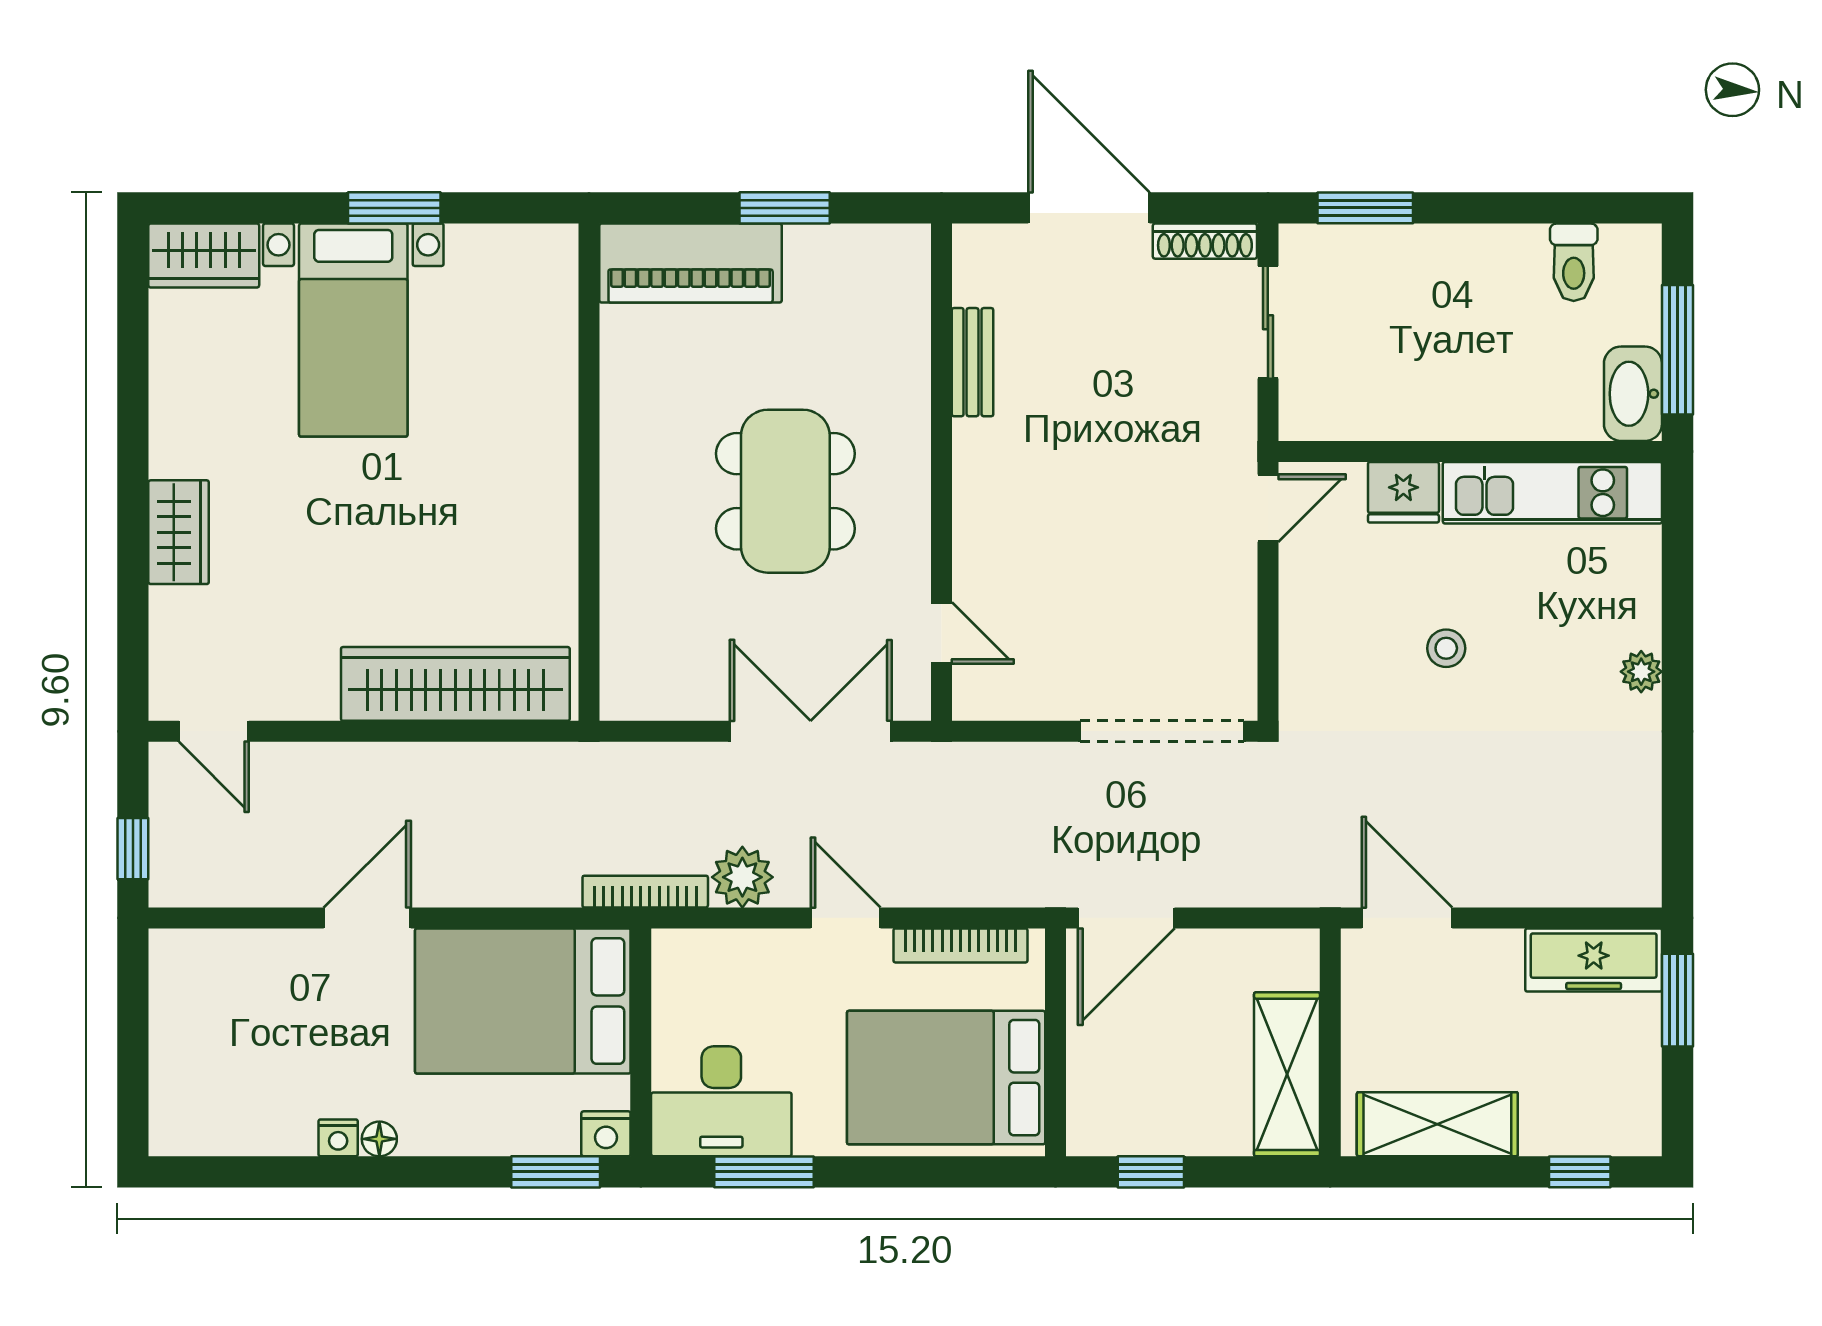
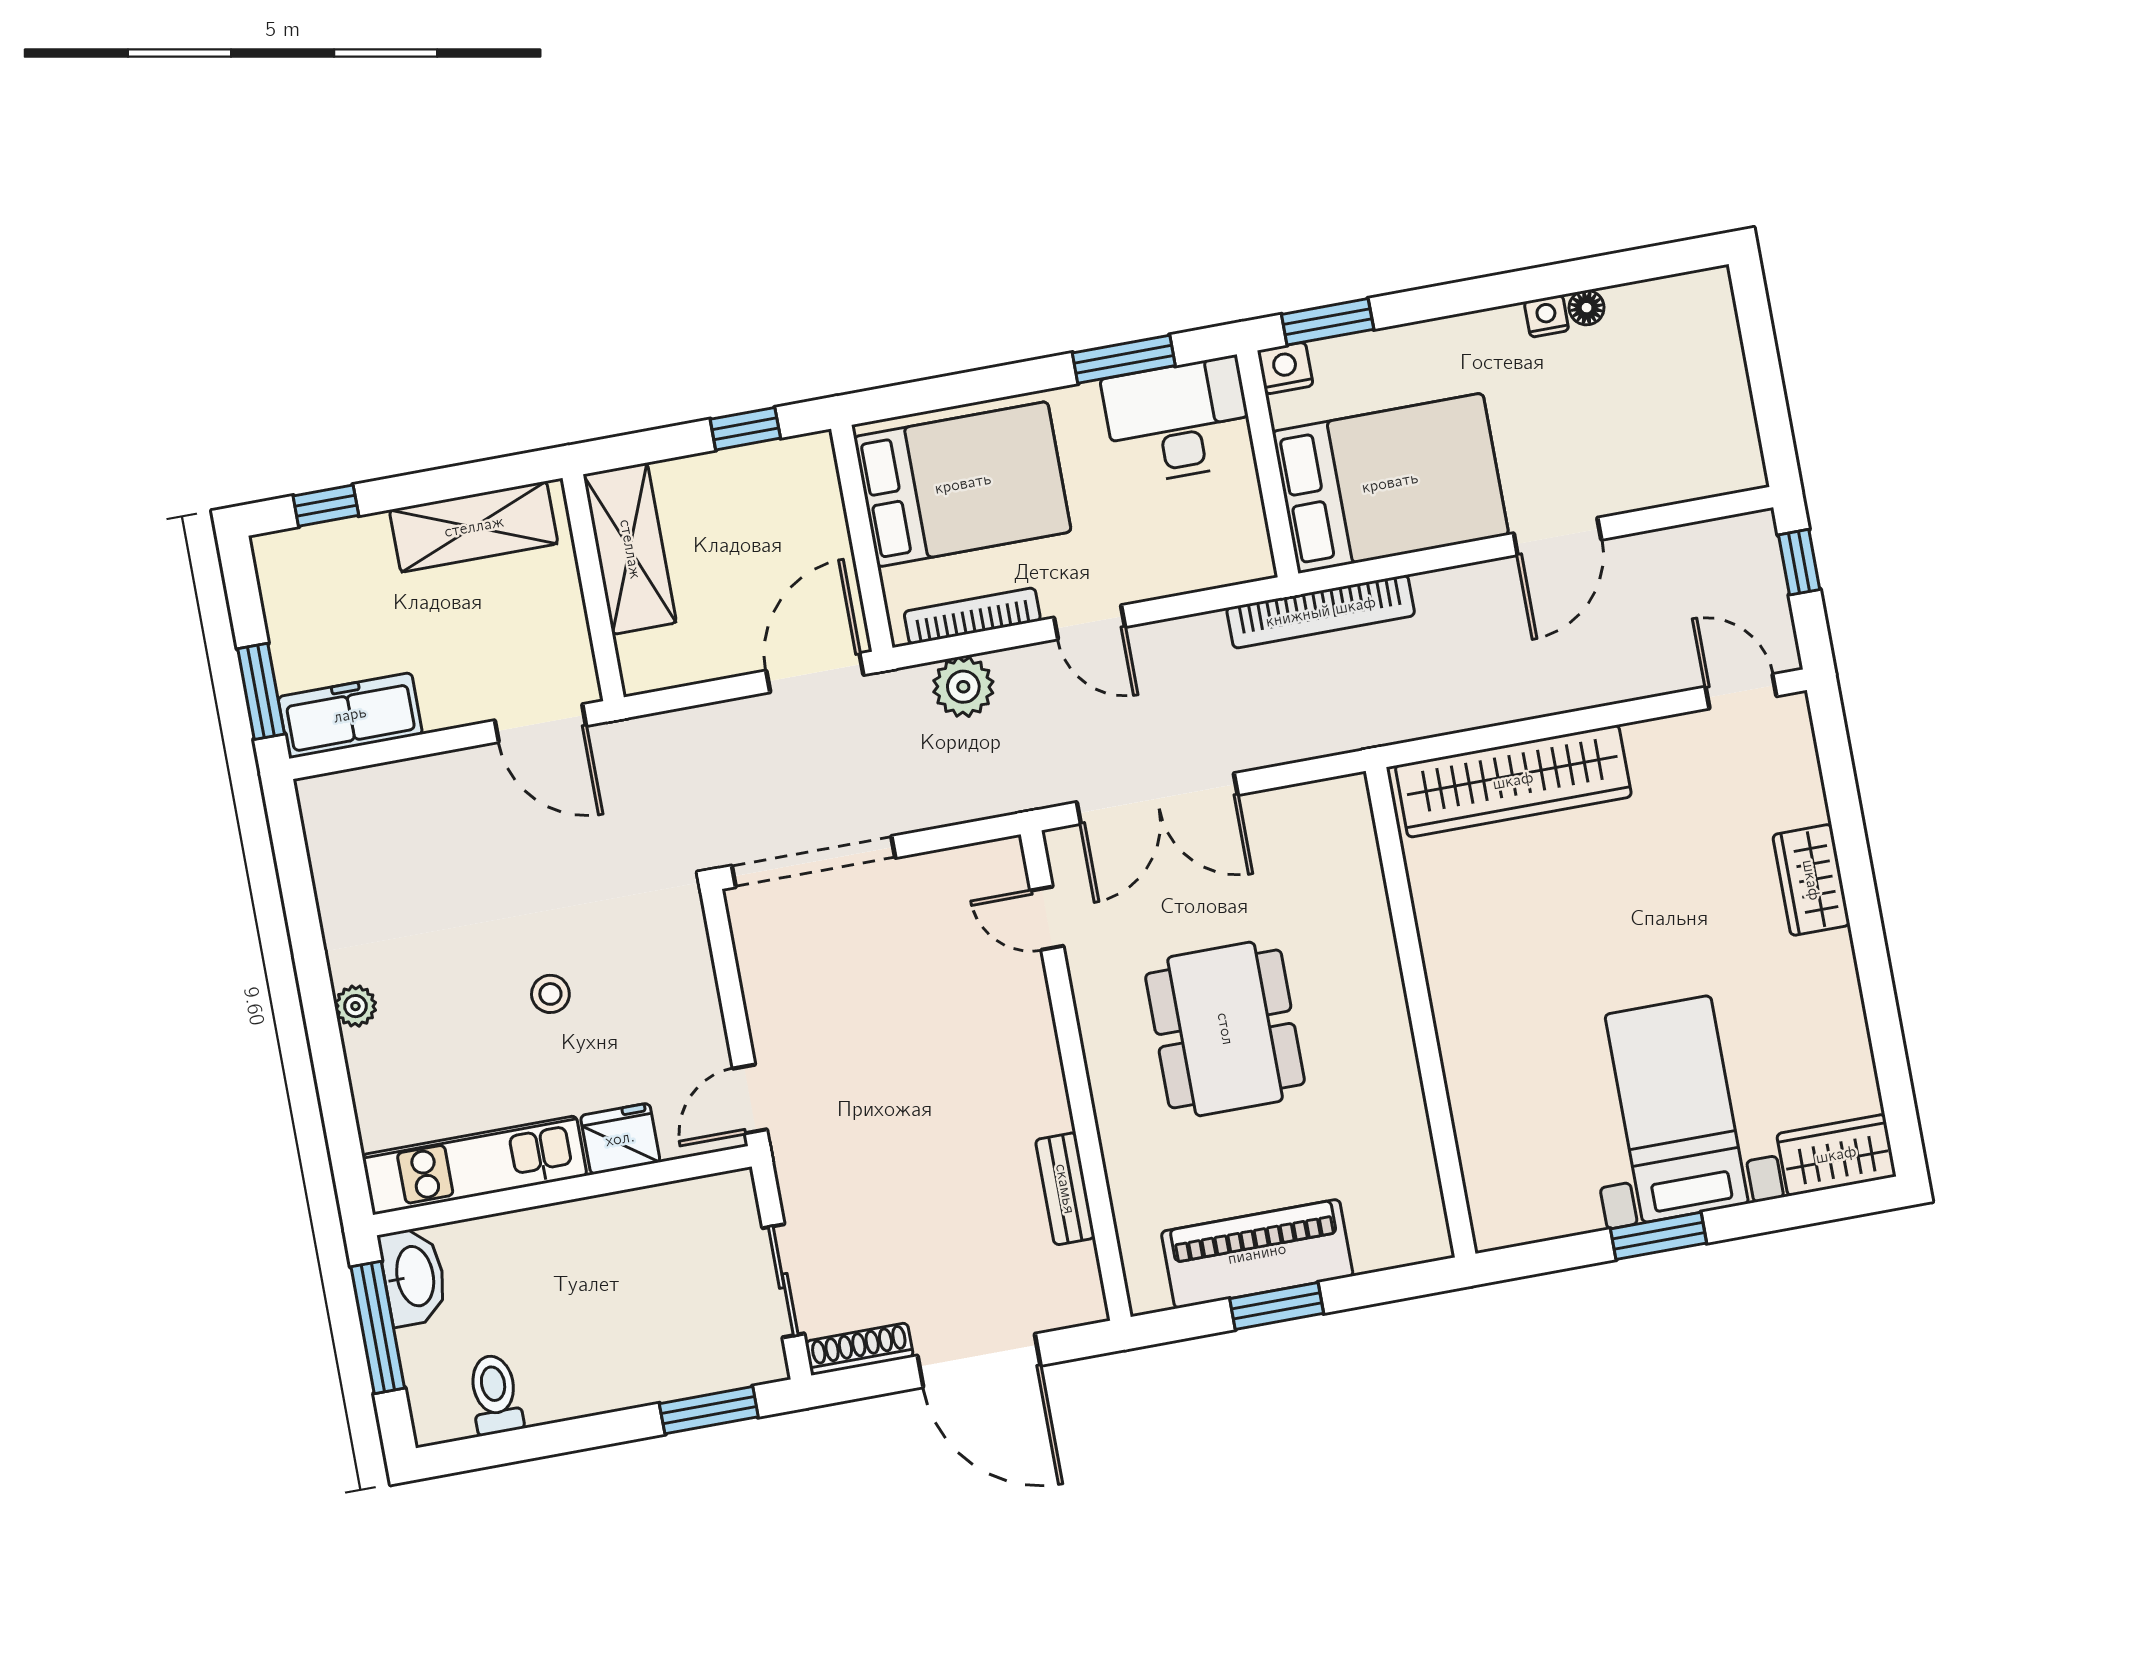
piano: (691, 263) -> (1257, 1254), moved
plant: (742, 877) -> (963, 687), moved
bookcase: (645, 892) -> (1321, 612), width x1.48, depth x1.31
floor lamp: (379, 1139) -> (1587, 308), moved

